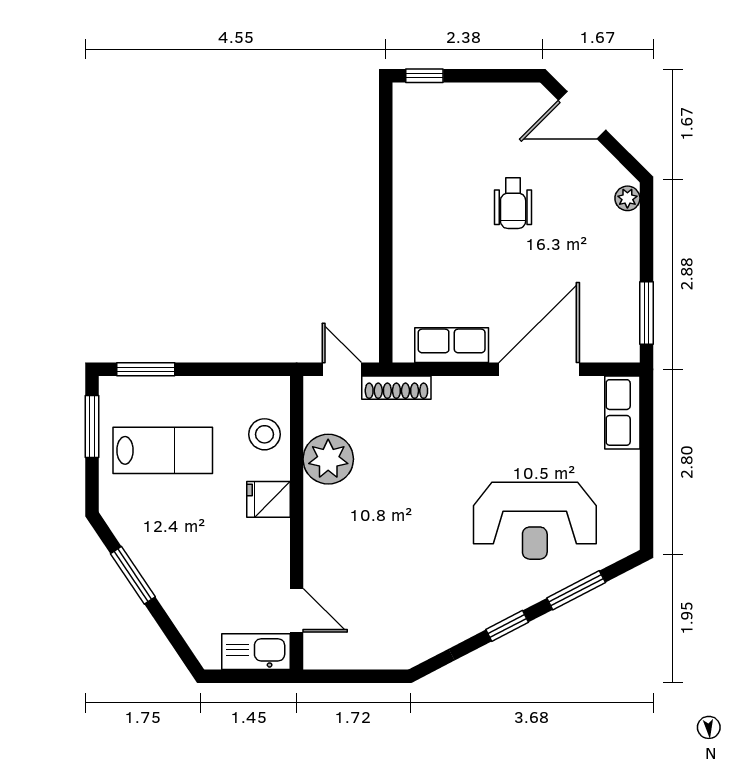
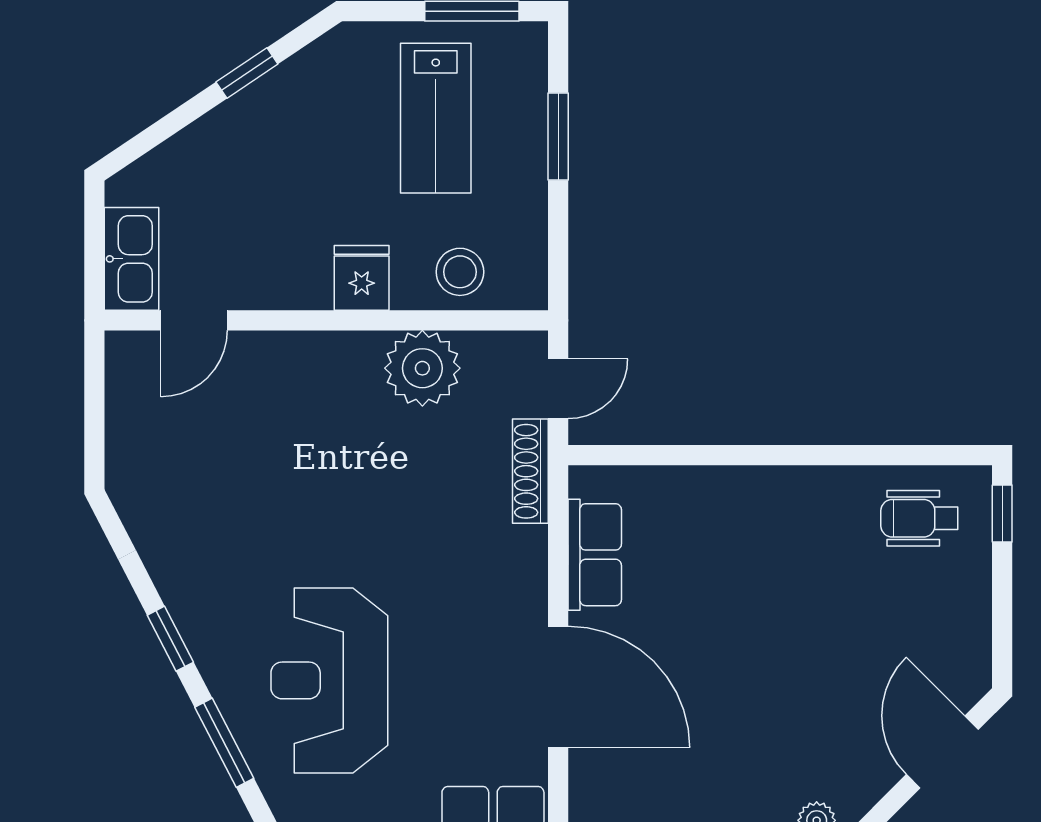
wheelchair: (513, 203) -> (919, 518), moved
window: (146, 369) -> (558, 137), moved
window: (133, 575) -> (247, 73), width x0.67

